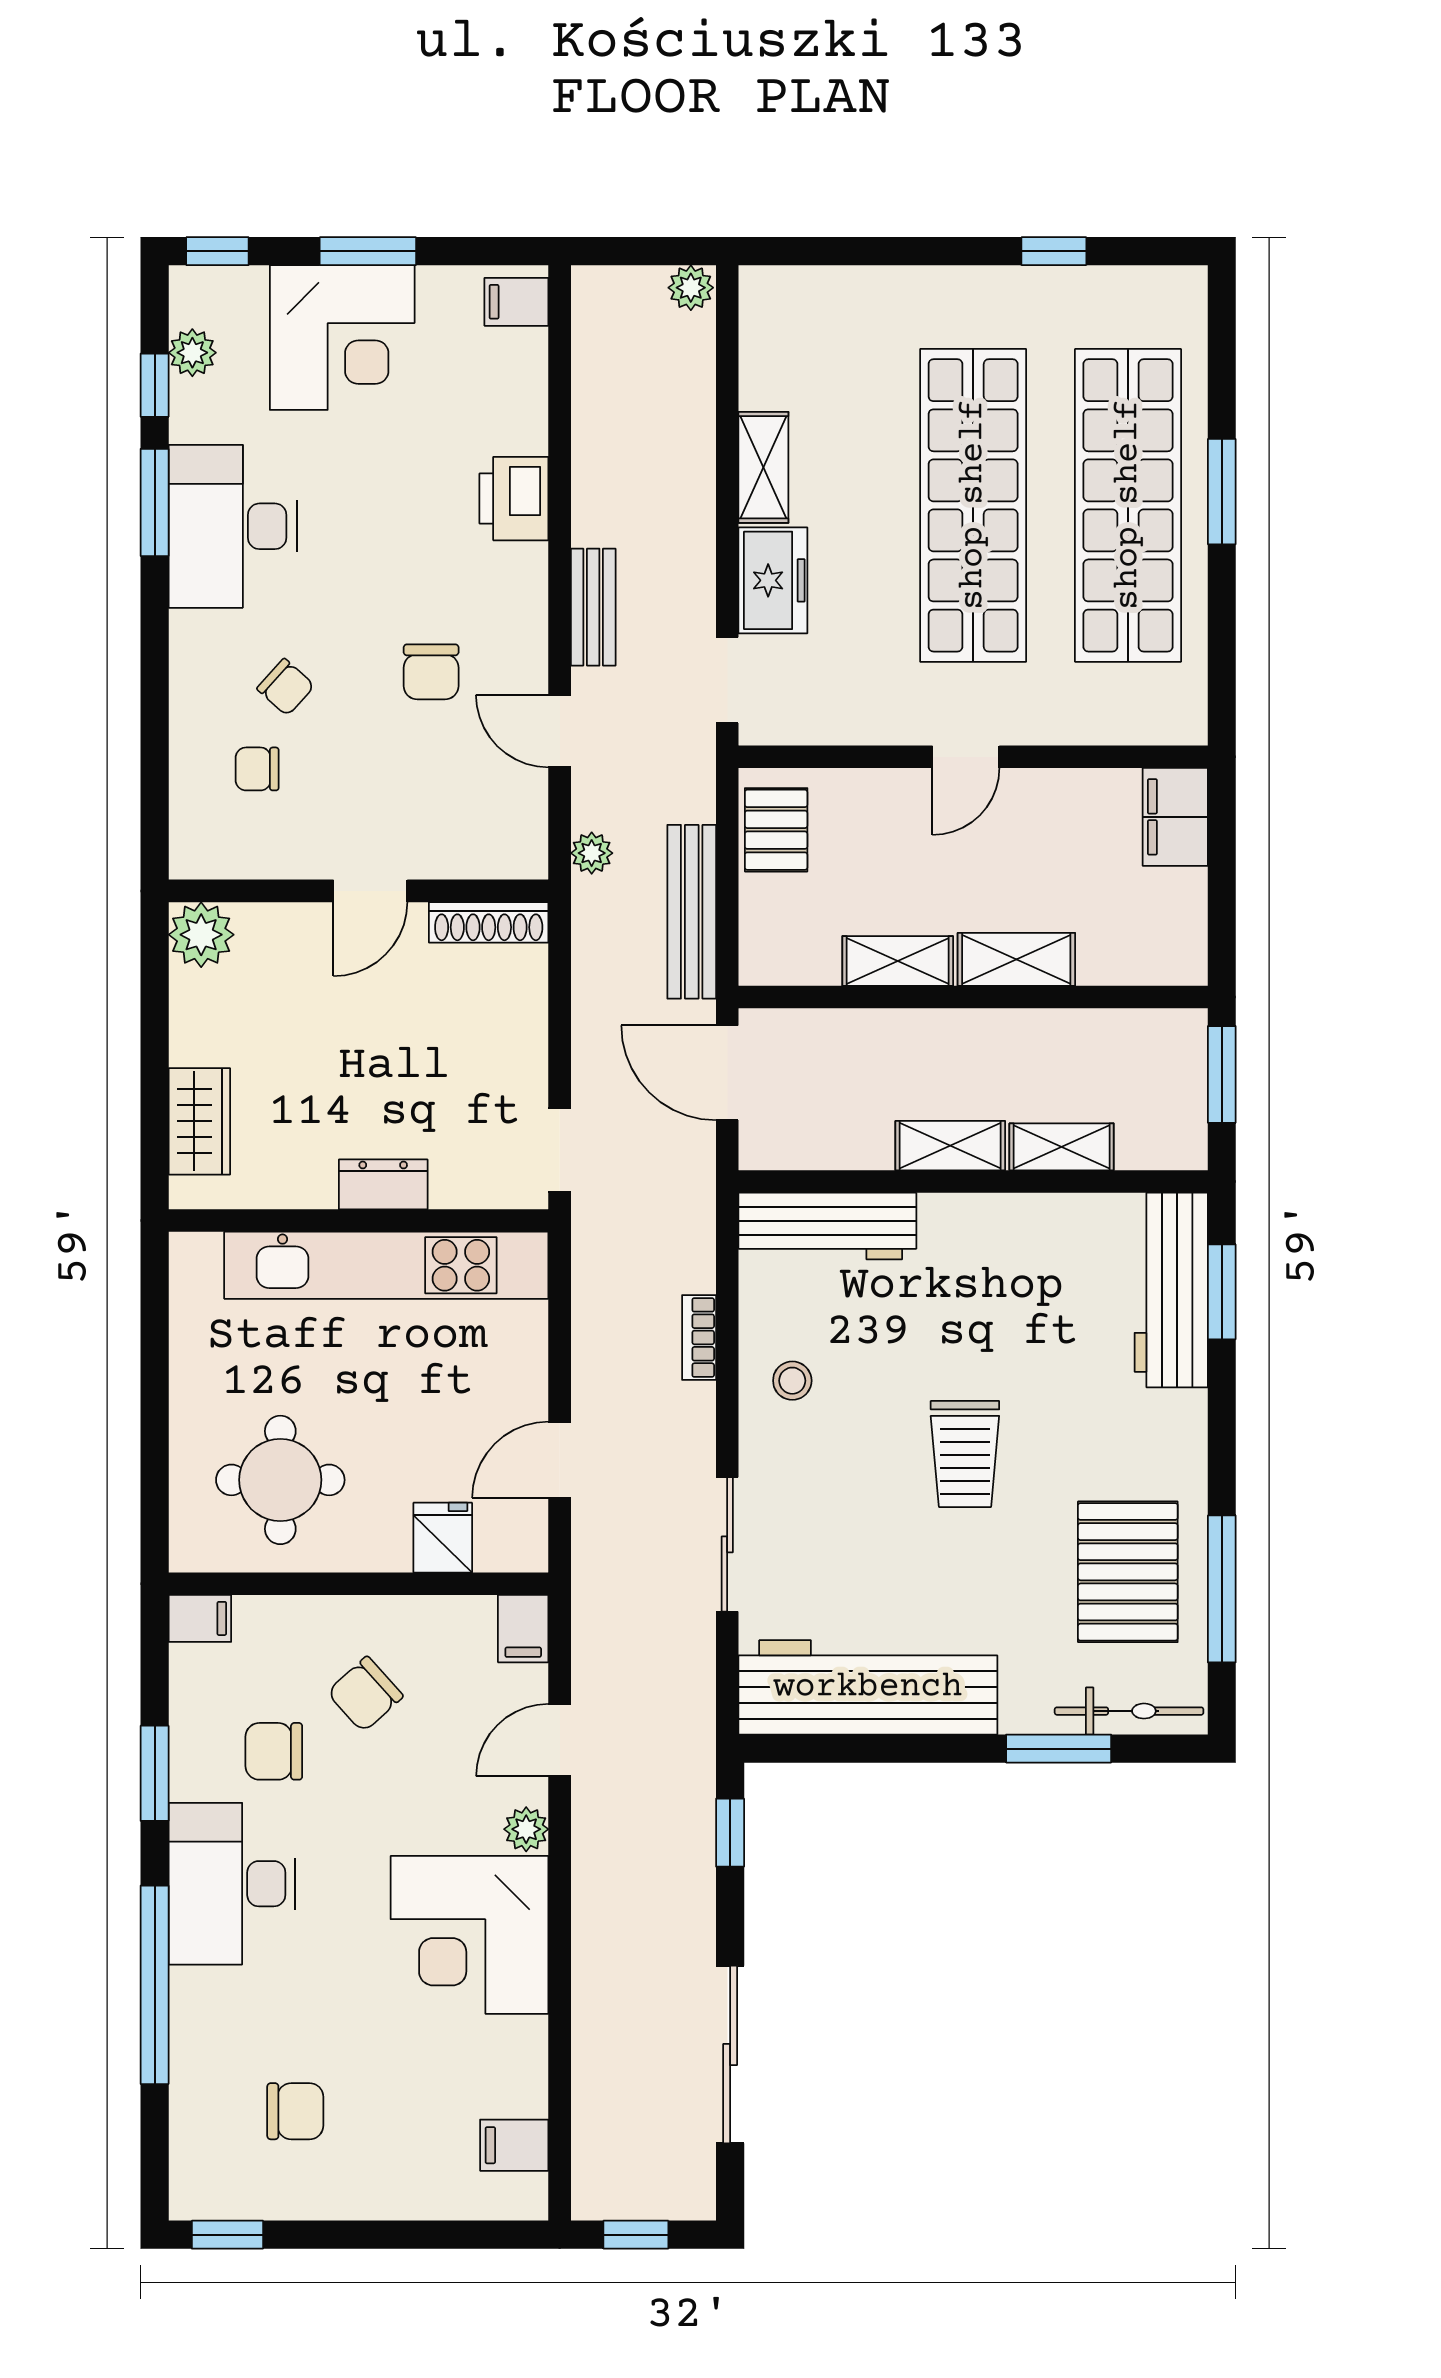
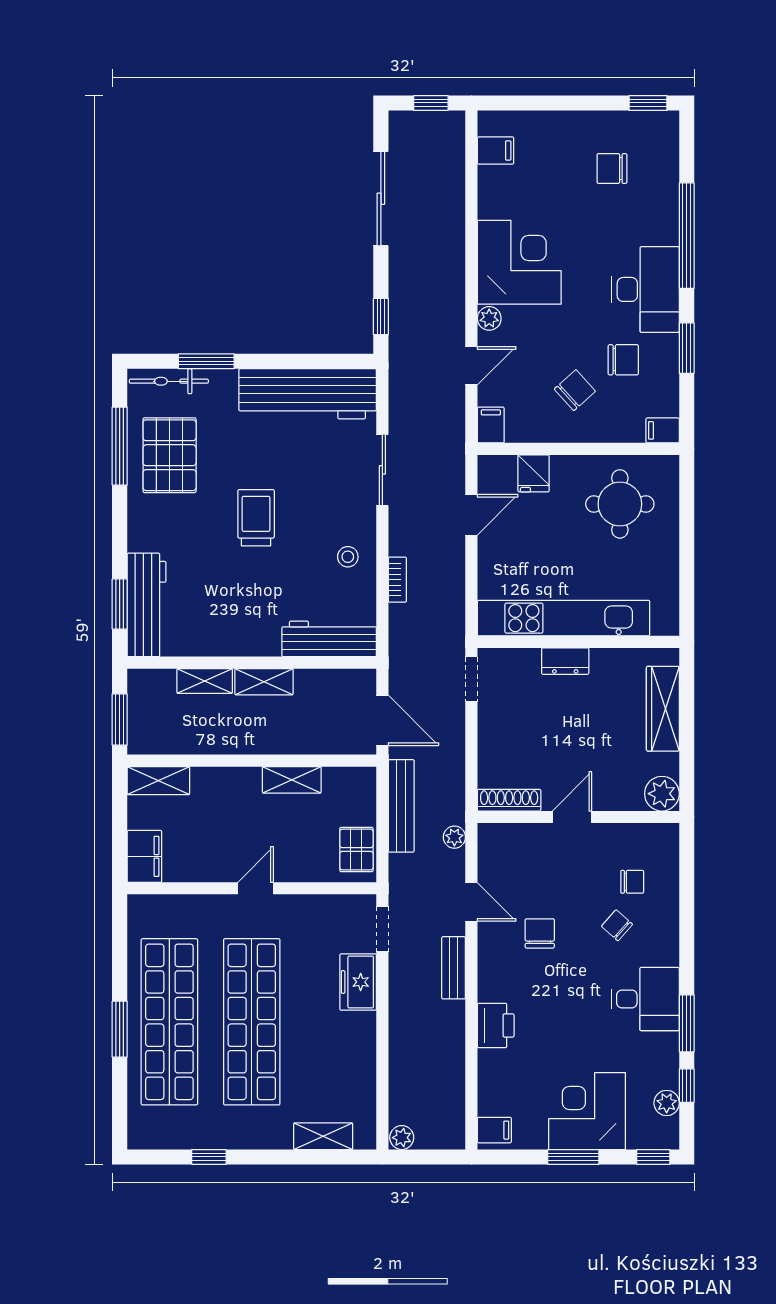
shelving: (763, 467) -> (323, 1136), moved, turned 90
desk: (233, 526) -> (645, 999), width x0.73
shelving: (1016, 959) -> (158, 781), moved
wardrobe: (199, 1121) -> (663, 709), width x1.50

